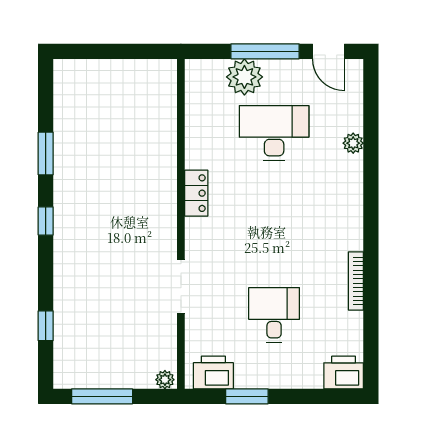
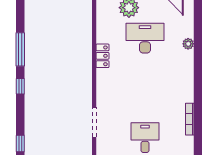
window: (46, 153) -> (20, 49), width x1.44
locker: (196, 193) -> (103, 56), moved

